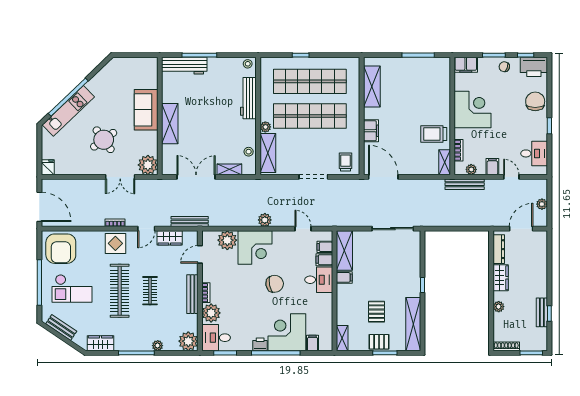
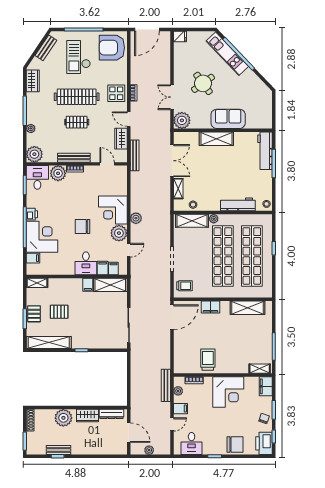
shelving: (445, 162) -> (260, 369), moved
plant: (227, 240) -> (119, 233), moved
chair: (275, 284) -> (82, 226), turned 101
plant: (499, 307) -> (63, 418), width x1.88, depth x1.88

